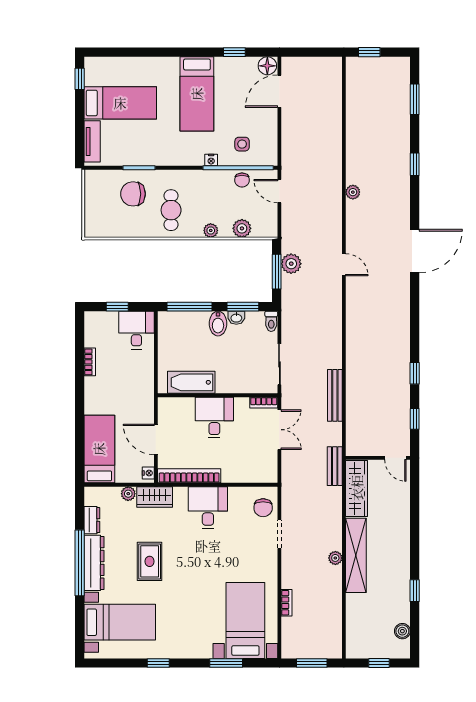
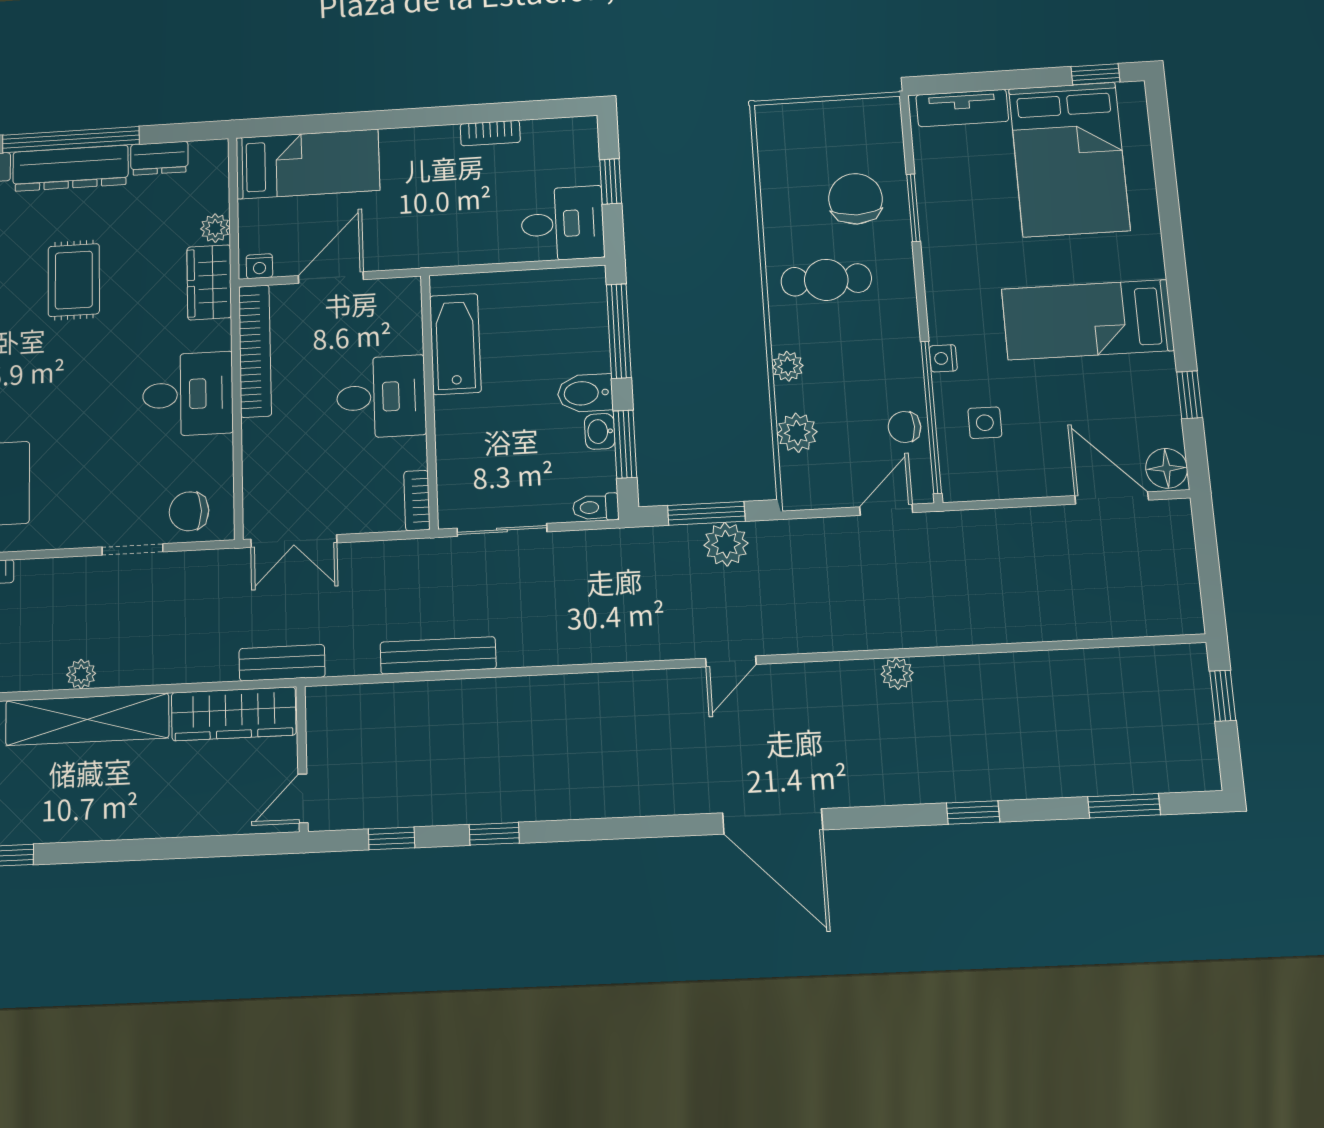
bed: (120, 103) -> (1069, 159), width x1.50
double door: (279, 430) -> (294, 541), moved
rug: (150, 561) -> (74, 280), turned 90

